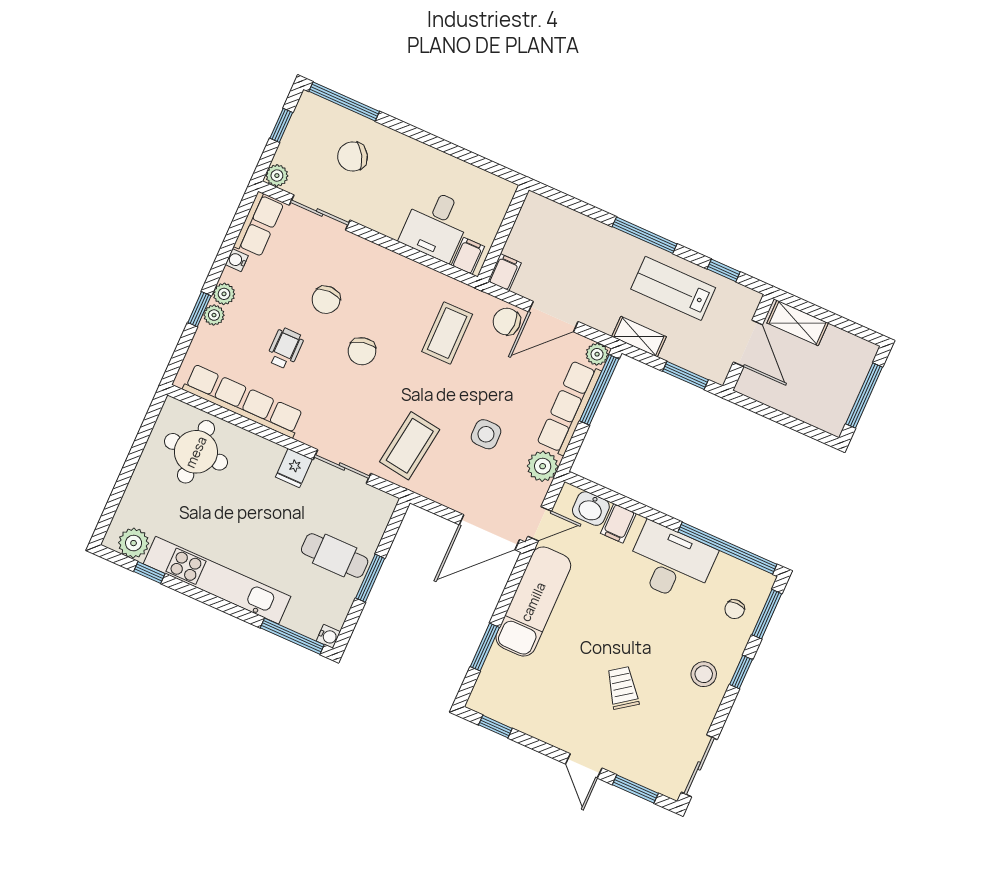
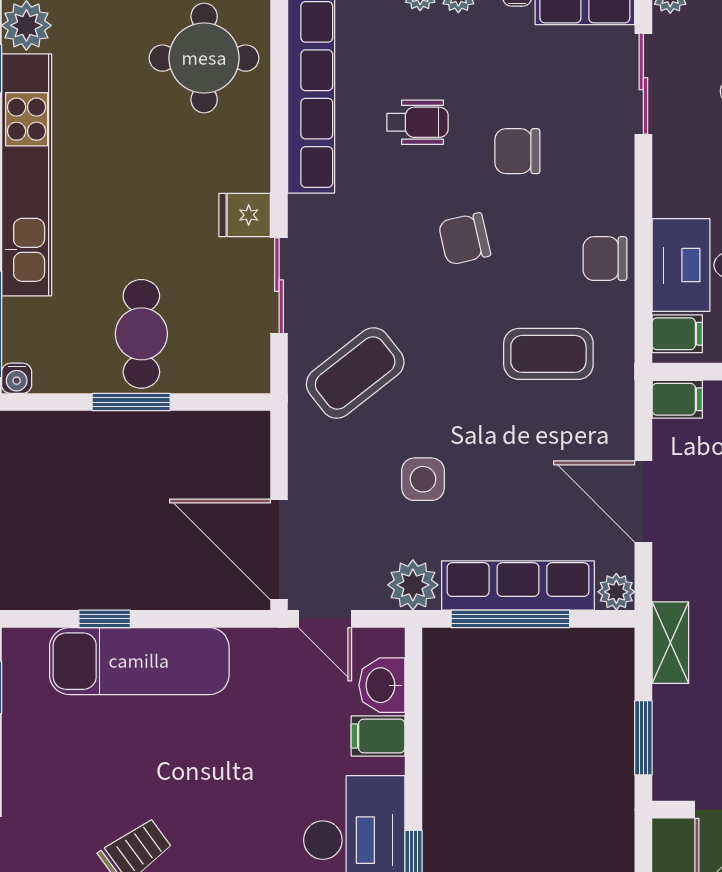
chair: (507, 322) -> (605, 259), moved, turned -90
window: (599, 390) -> (510, 619), moved
coffee table: (410, 446) -> (355, 373), turned -46
exam couch: (533, 602) -> (139, 661), moved
window: (485, 647) -> (105, 619), width x0.67

